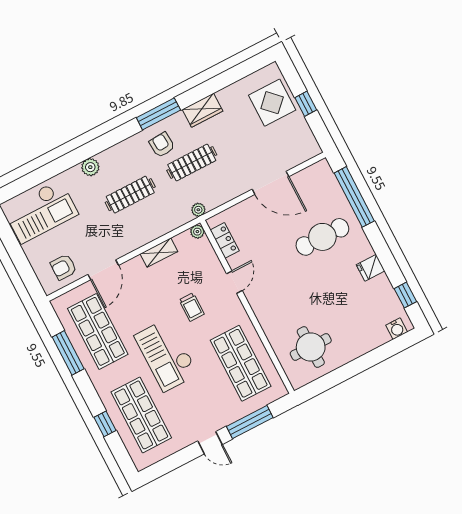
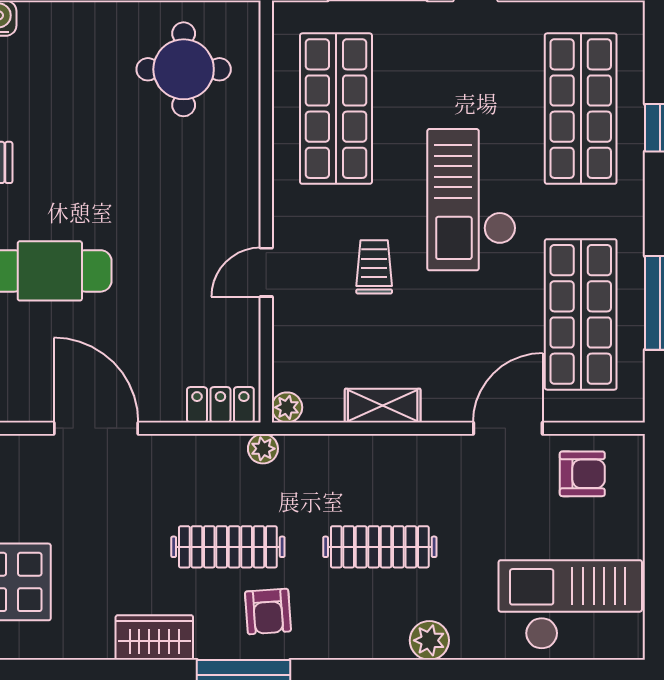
locker: (225, 240) -> (220, 405), moved, turned 90
checkout: (166, 355) -> (472, 200), turned 180

